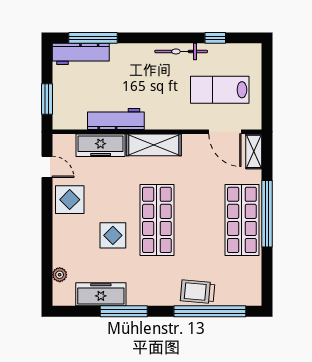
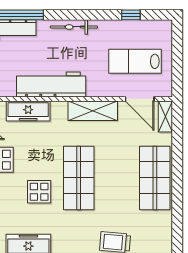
bicycle: (181, 51) -> (74, 27), moved
workbench: (116, 119) -> (51, 85), width x1.36, depth x1.32
shelving: (154, 145) -> (93, 111), moved
window: (267, 214) -> (177, 172), removed

